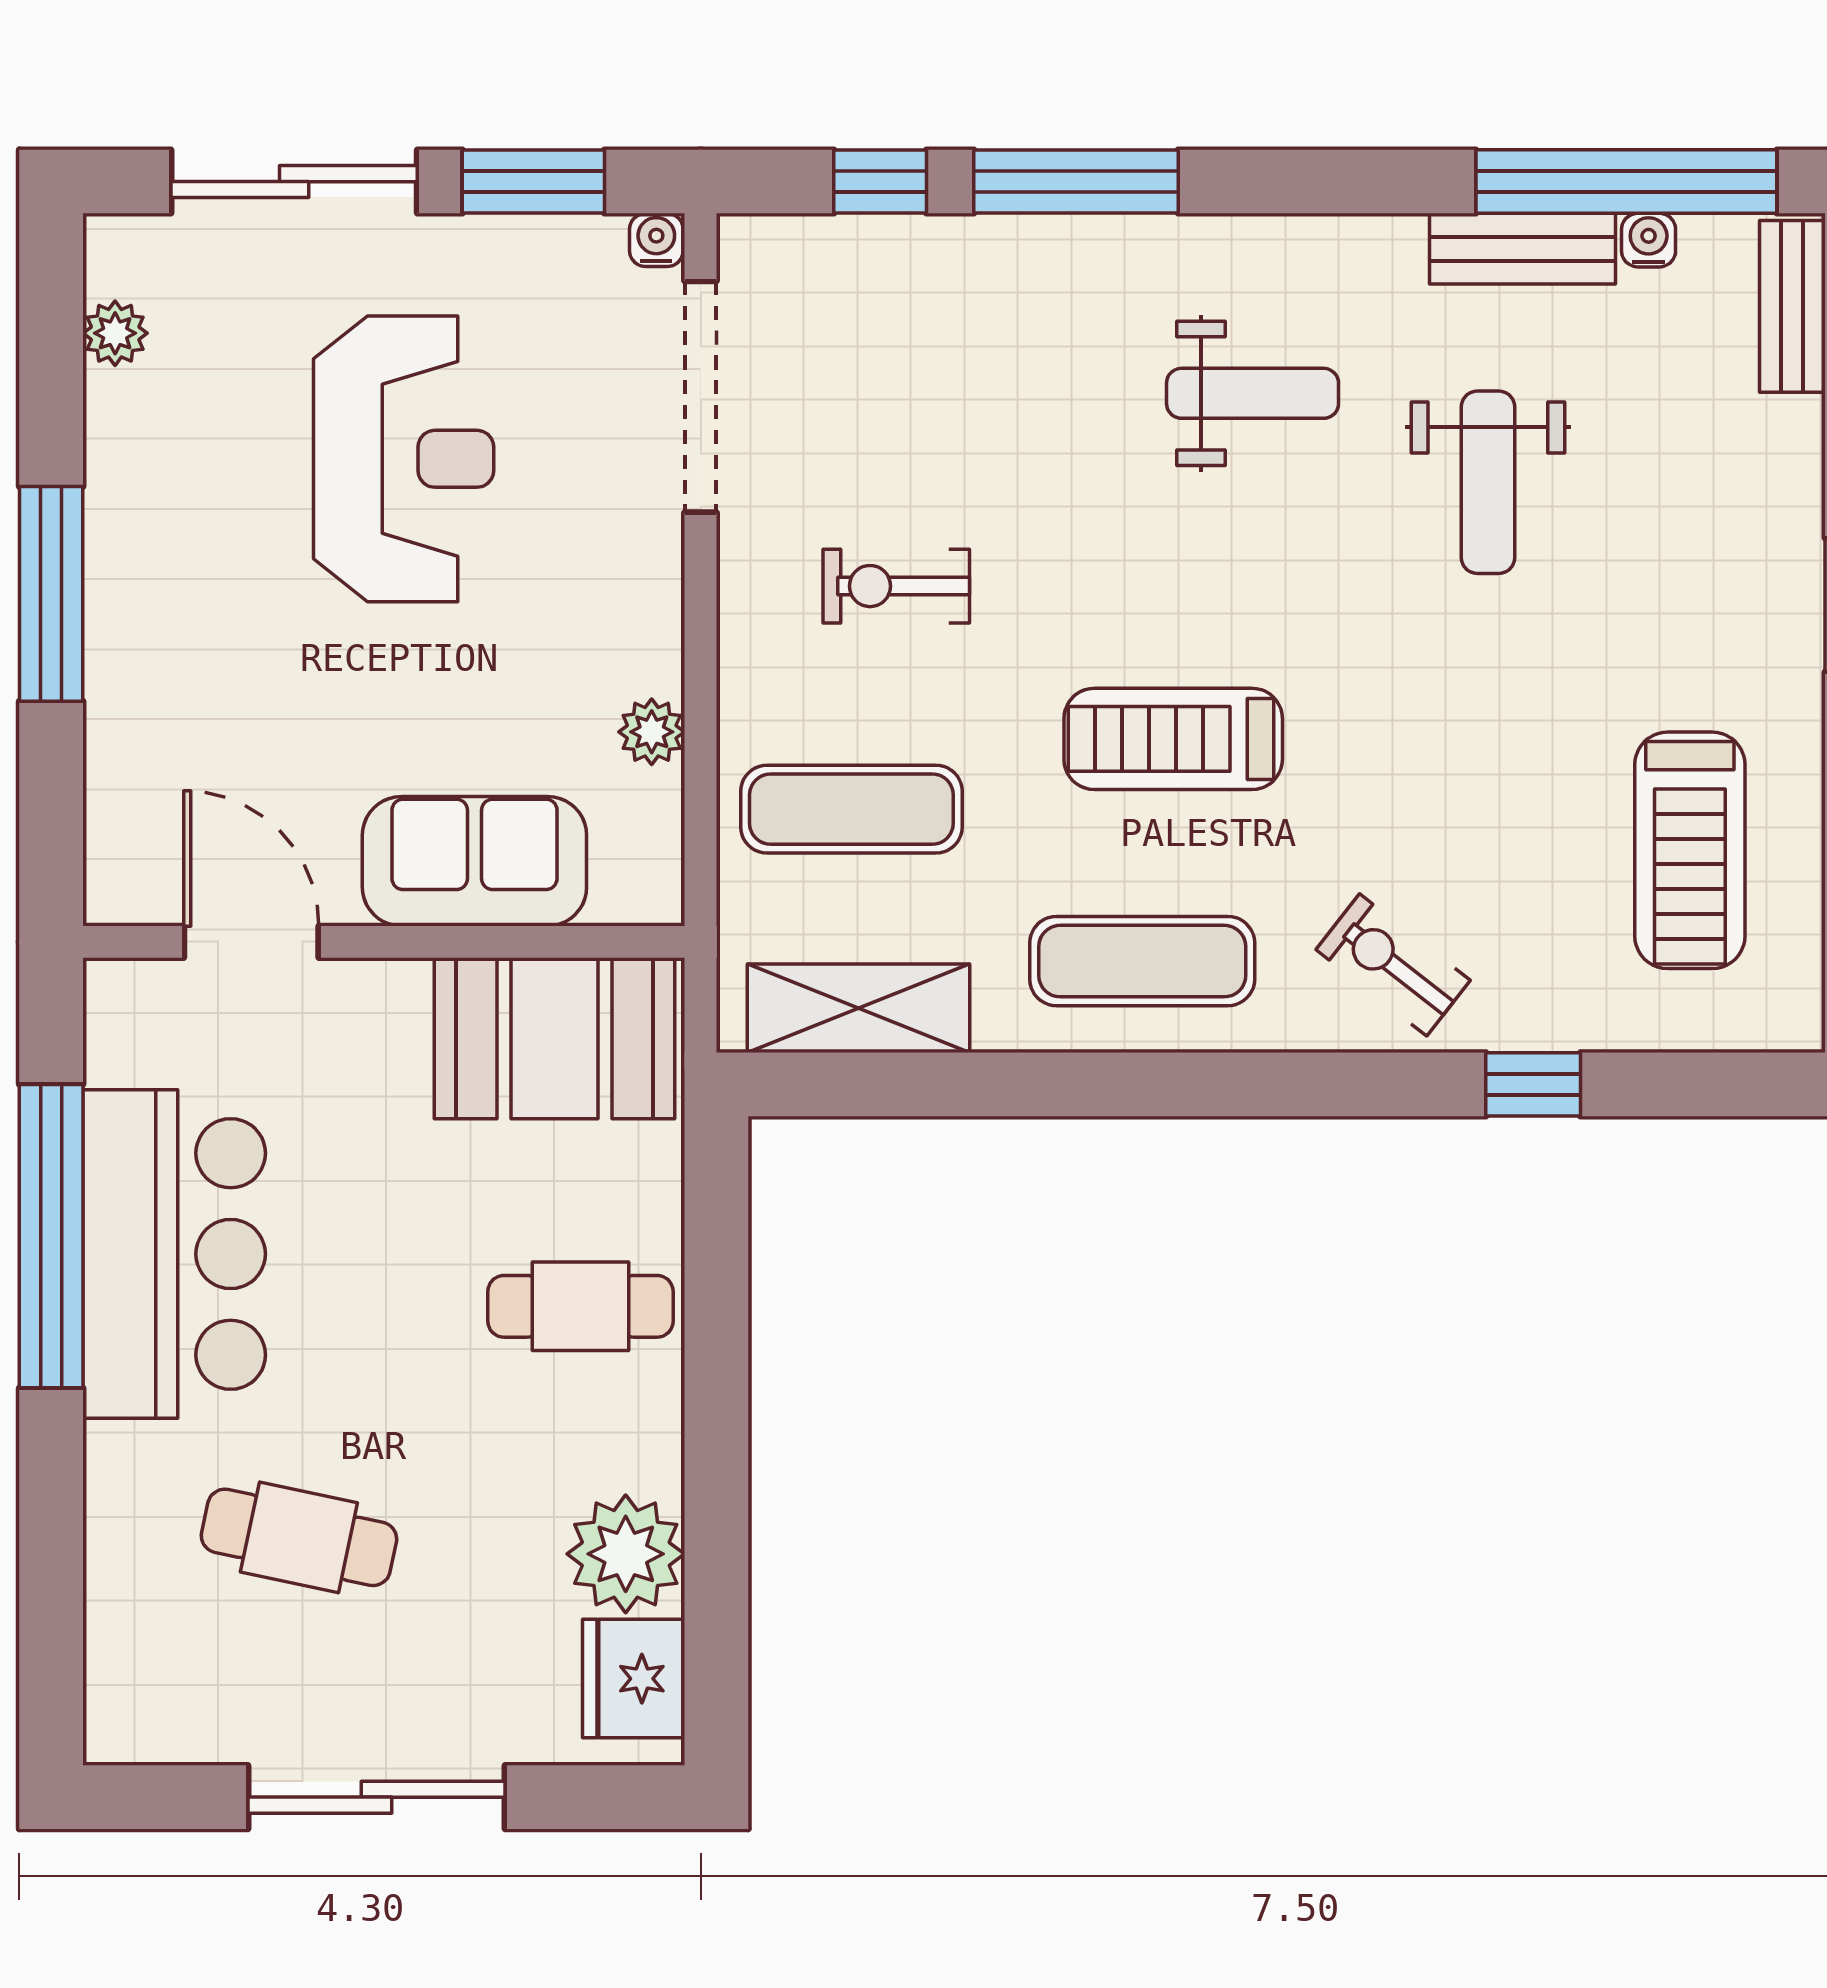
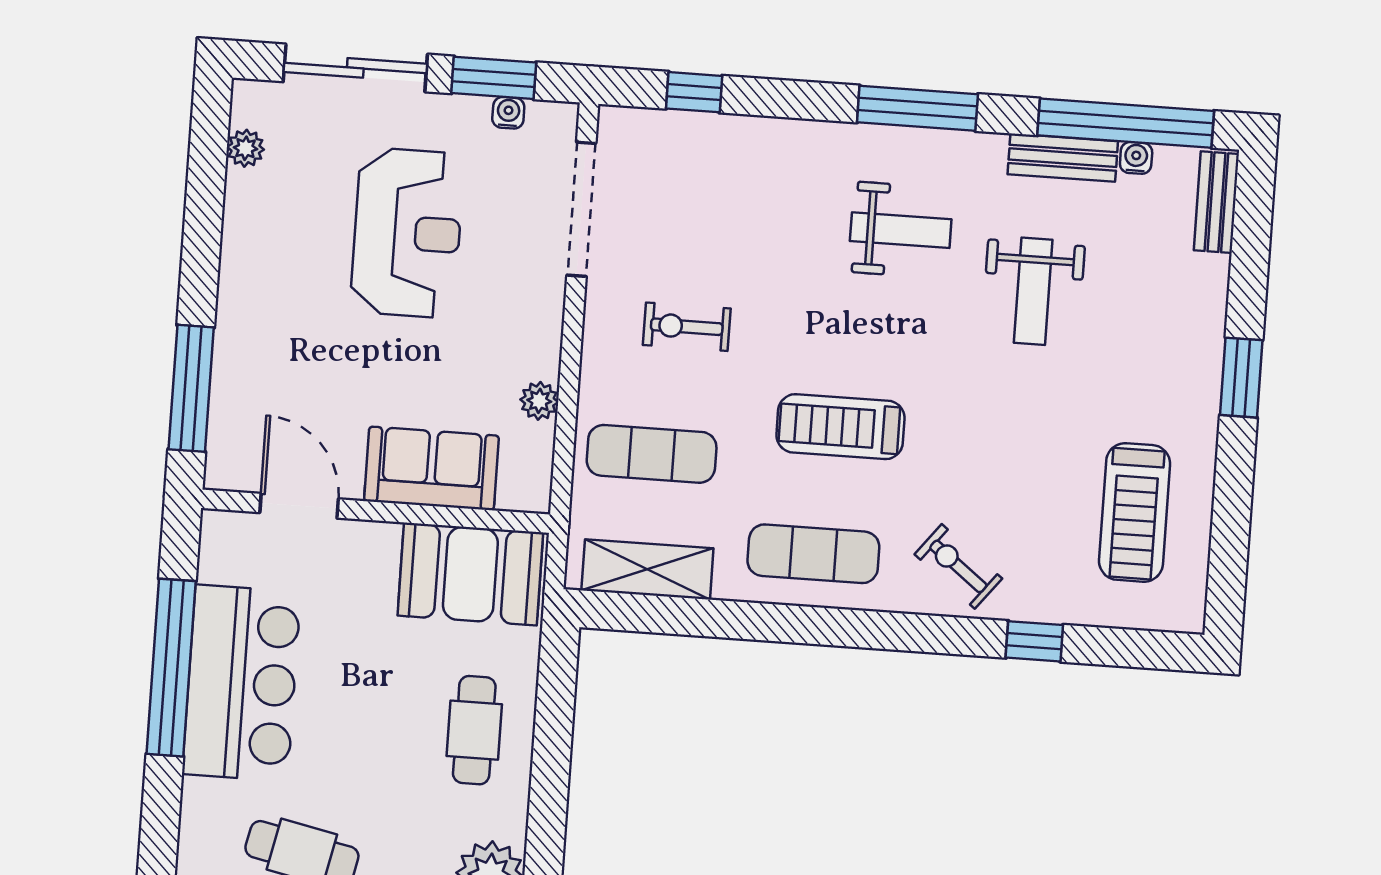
window: (1076, 182) -> (917, 108), moved
water cooler: (656, 240) -> (508, 113), moved
window: (51, 594) -> (191, 388), moved
cafe table: (580, 1306) -> (474, 730), turned 90

